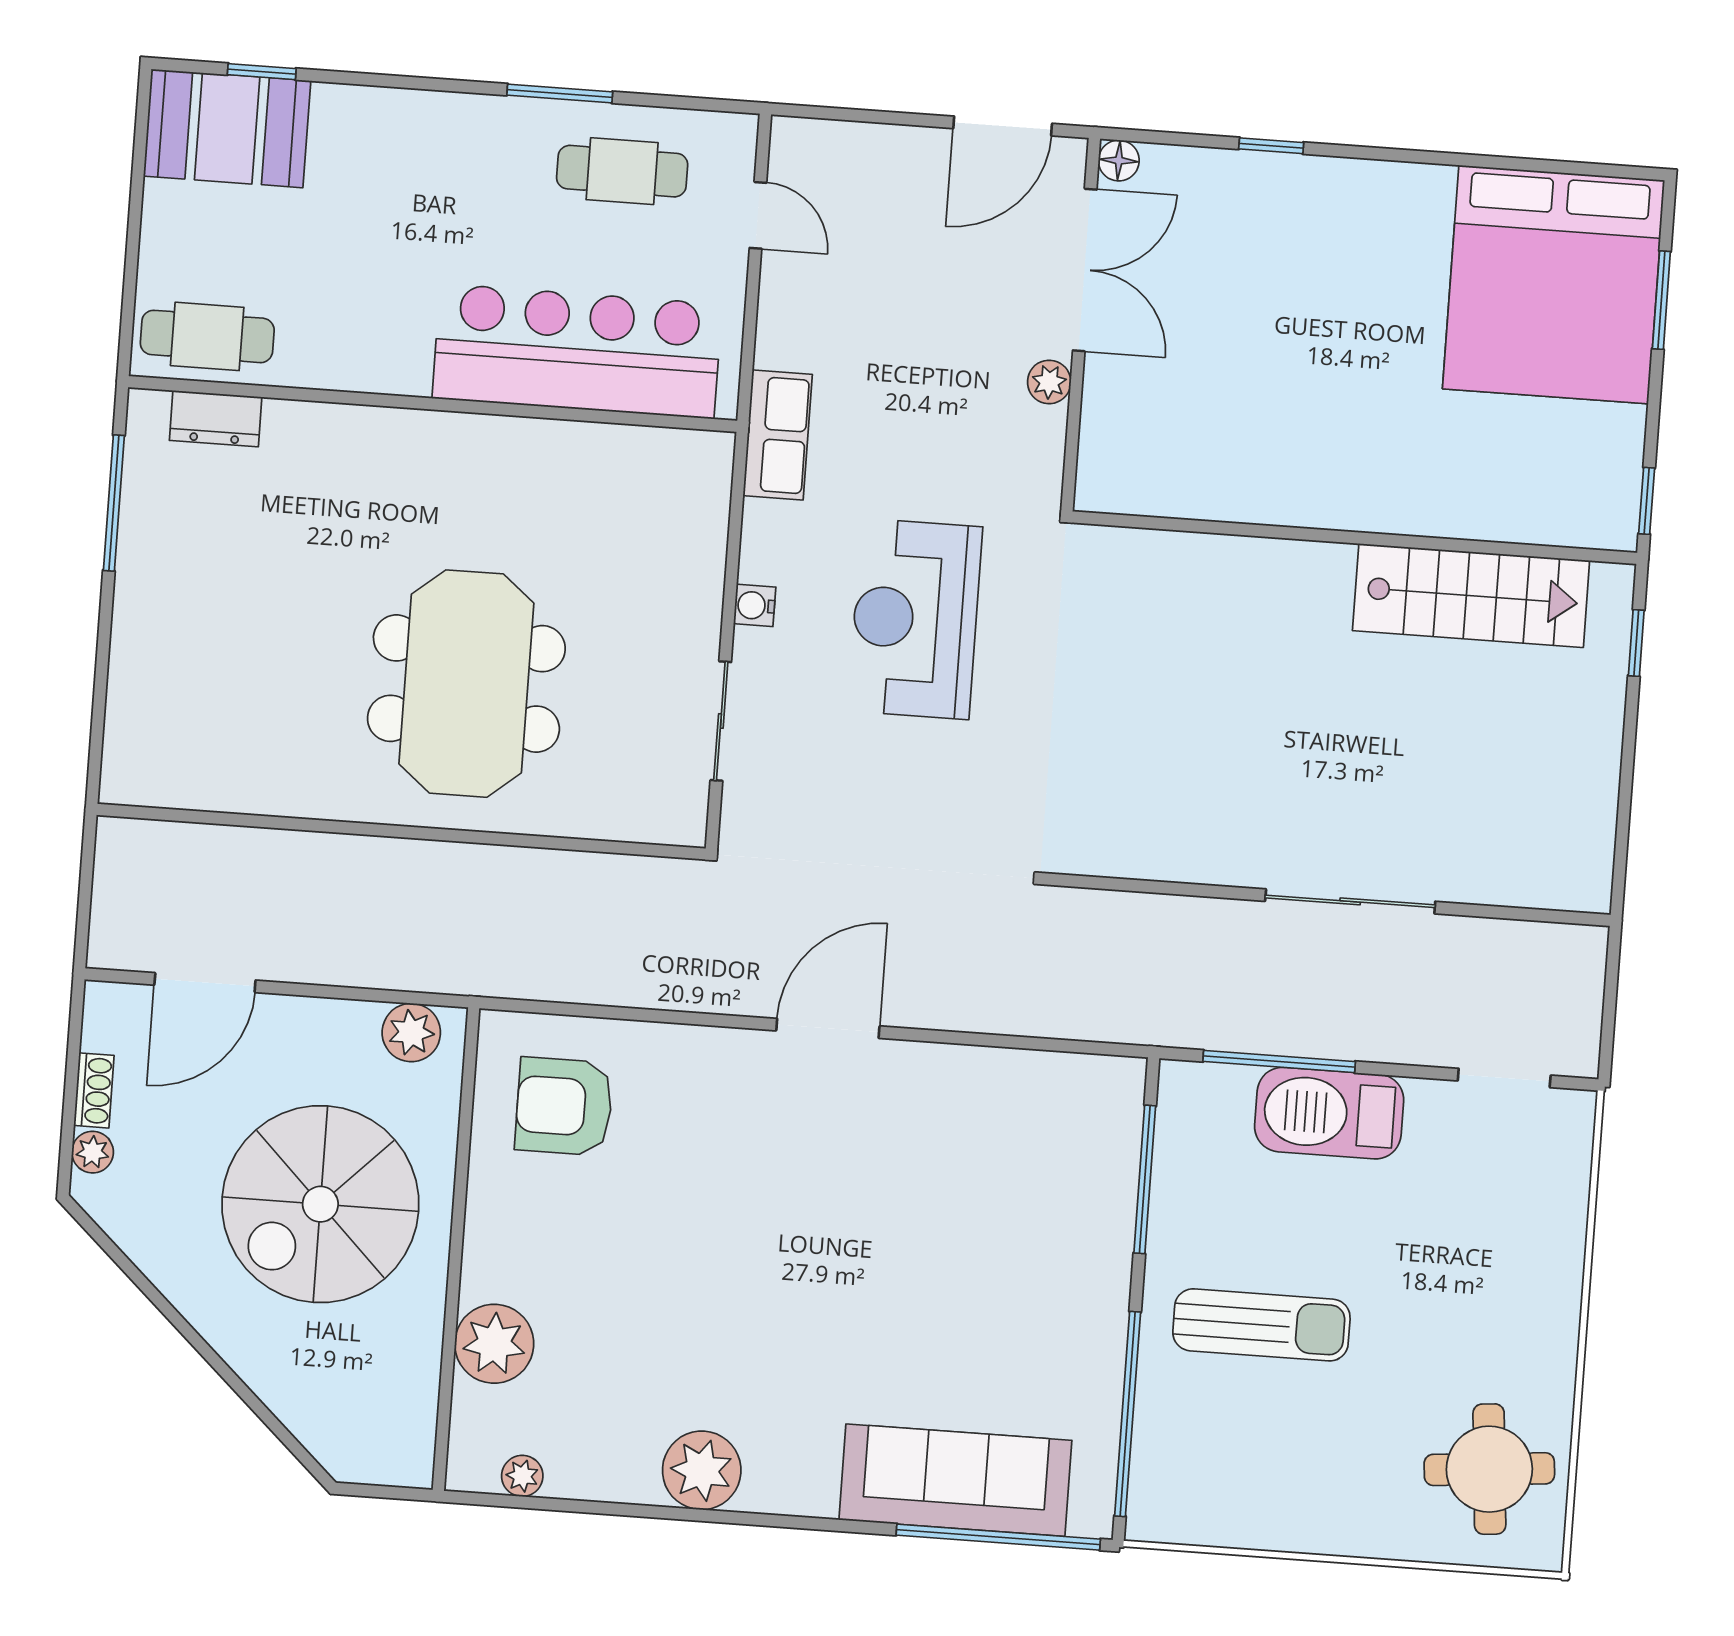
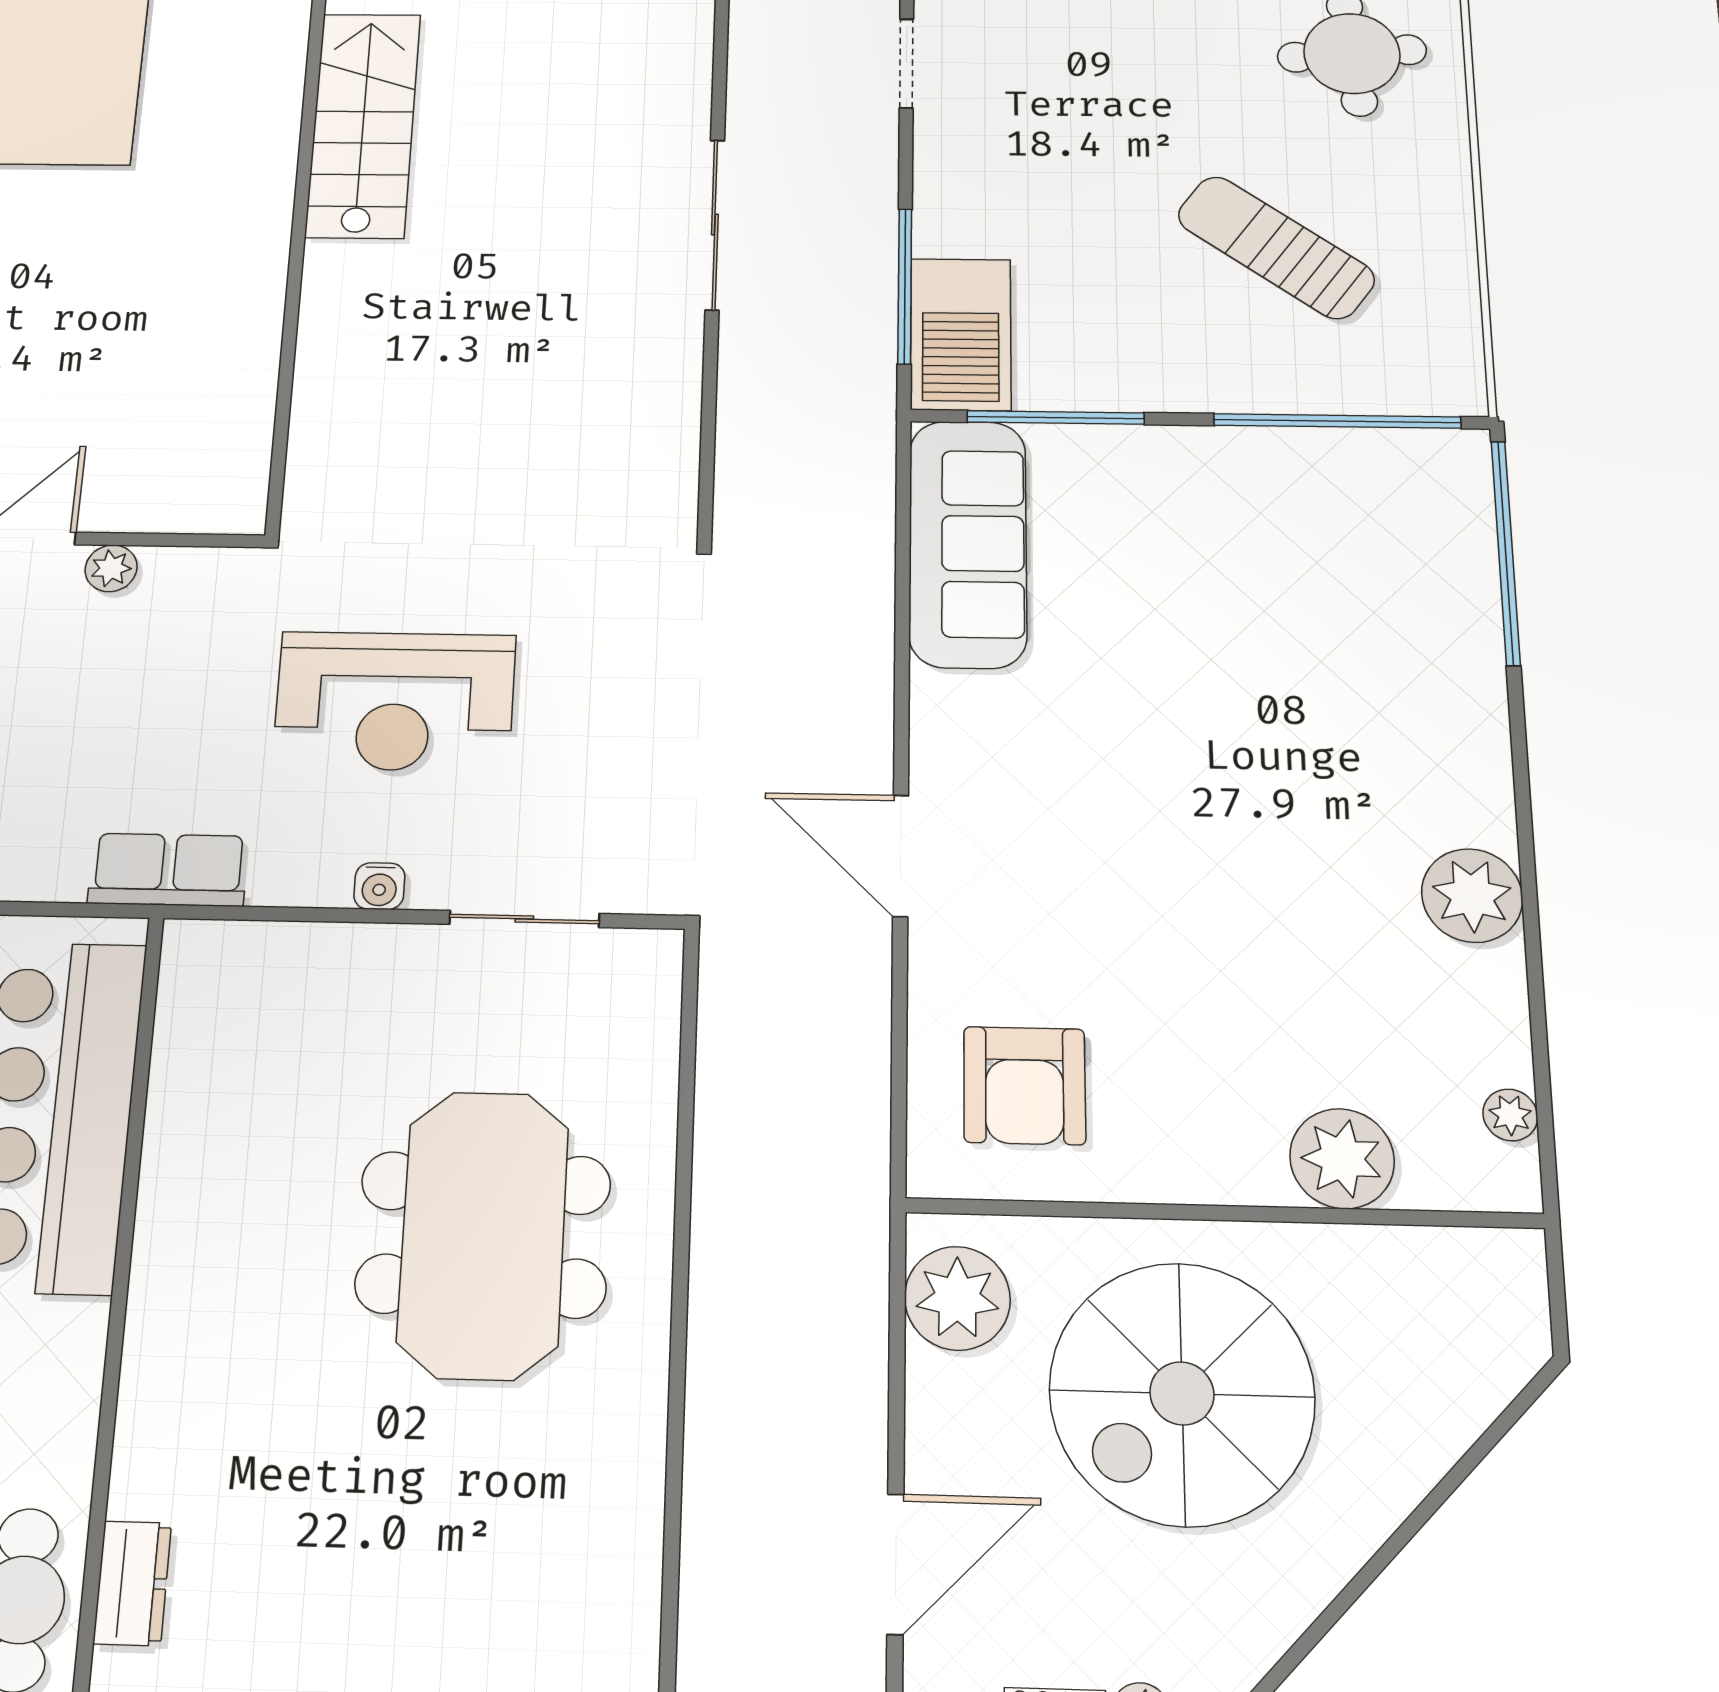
meeting table: (466, 684) -> (483, 1234), turned 90
door: (205, 983) -> (895, 1564), hinge flipped
door: (828, 1028) -> (901, 856), moved
plant: (411, 1033) -> (957, 1298), width x1.36, depth x1.36
barbecue: (1329, 1113) -> (961, 334), moved
spiral stairs: (320, 1204) -> (1182, 1393), turned 90
sun lounger: (1261, 1325) -> (1276, 247), moved, turned -54
sofa: (955, 1480) -> (968, 543), moved, turned 180

